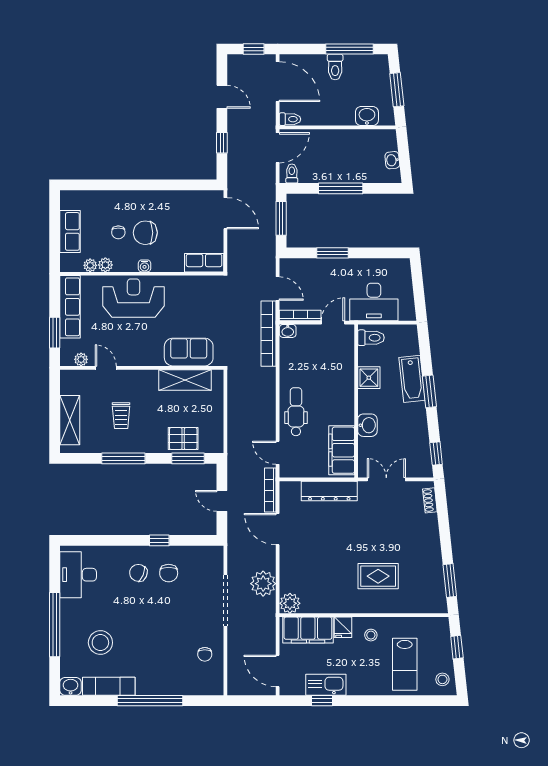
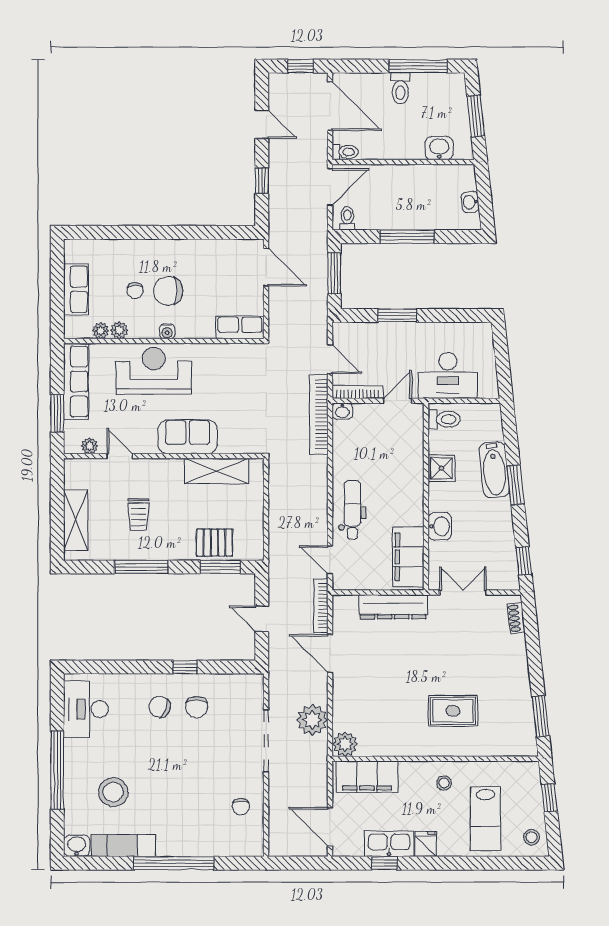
sofa: (189, 352) -> (188, 437), moved
fridge: (343, 627) -> (426, 844), moved, turned 180

